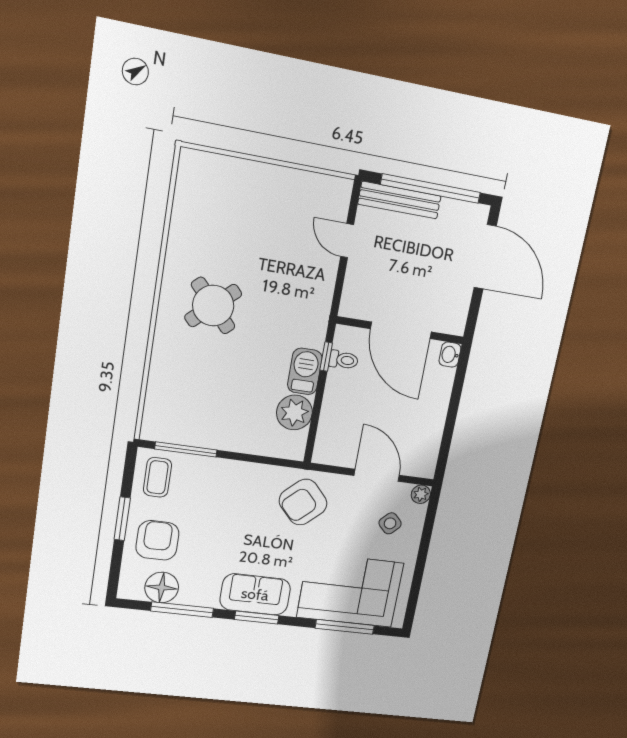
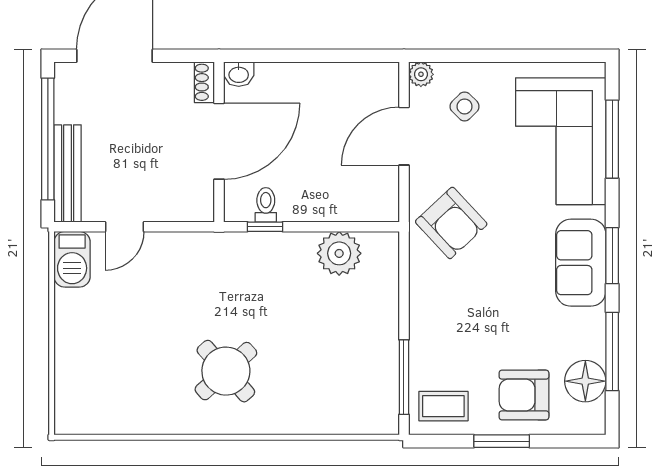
shoe rack: (449, 326) -> (204, 82), added
barbecue: (305, 371) -> (72, 259), moved, turned -90

